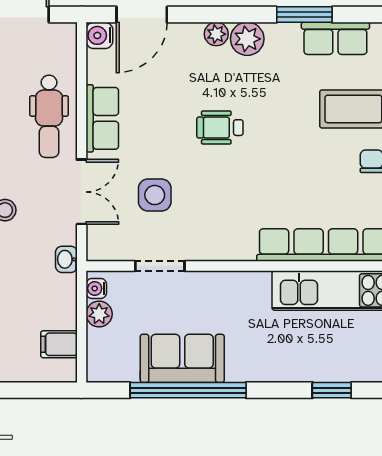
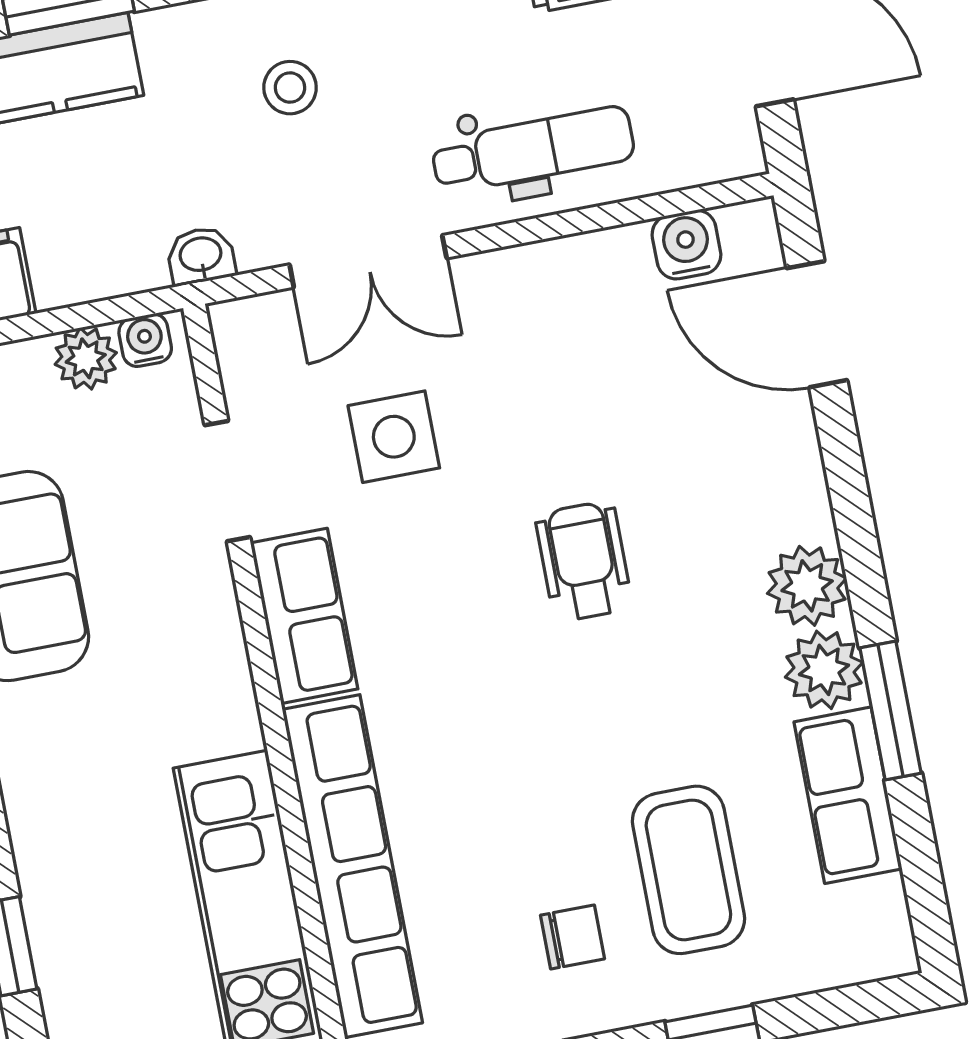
plant: (216, 34) -> (824, 670), moved, width x1.38, depth x1.38
water cooler: (99, 35) -> (686, 245), moved
dental chair: (49, 116) -> (533, 150), turned 180
row of seats: (102, 118) -> (304, 616), moved, turned -90

